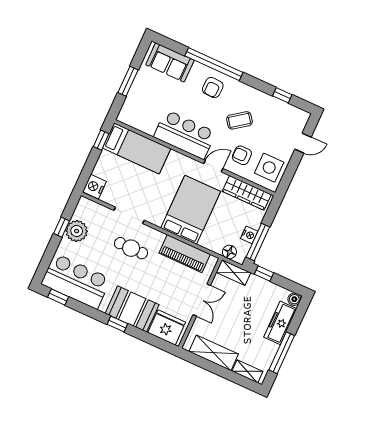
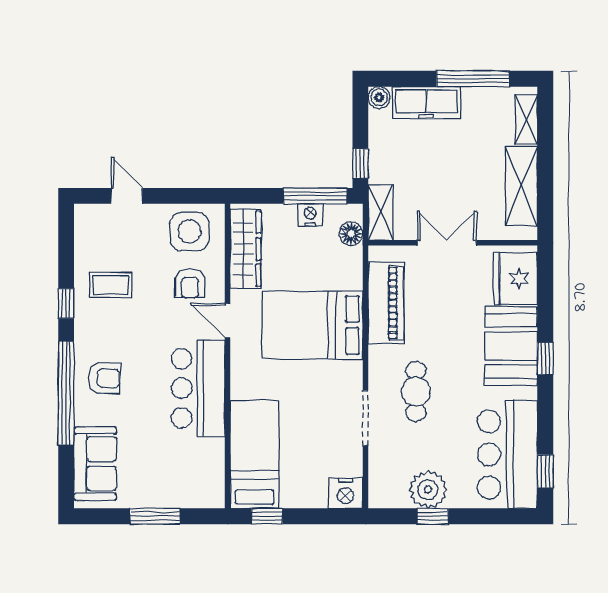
window: (282, 95) -> (66, 303), moved
coffee table: (239, 120) -> (111, 285), moved, turned -54

